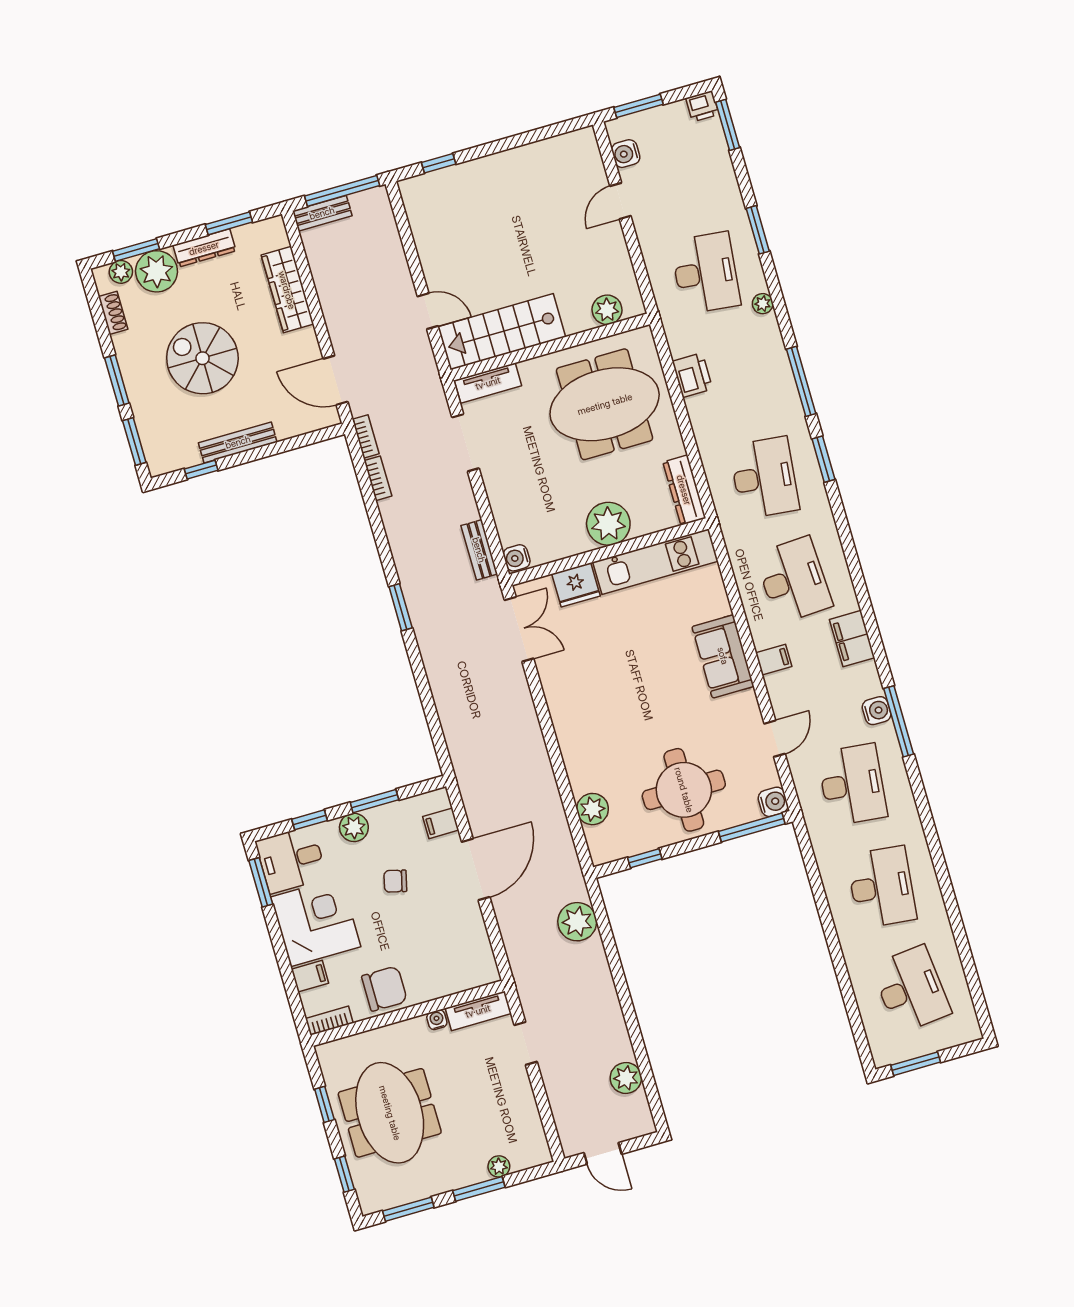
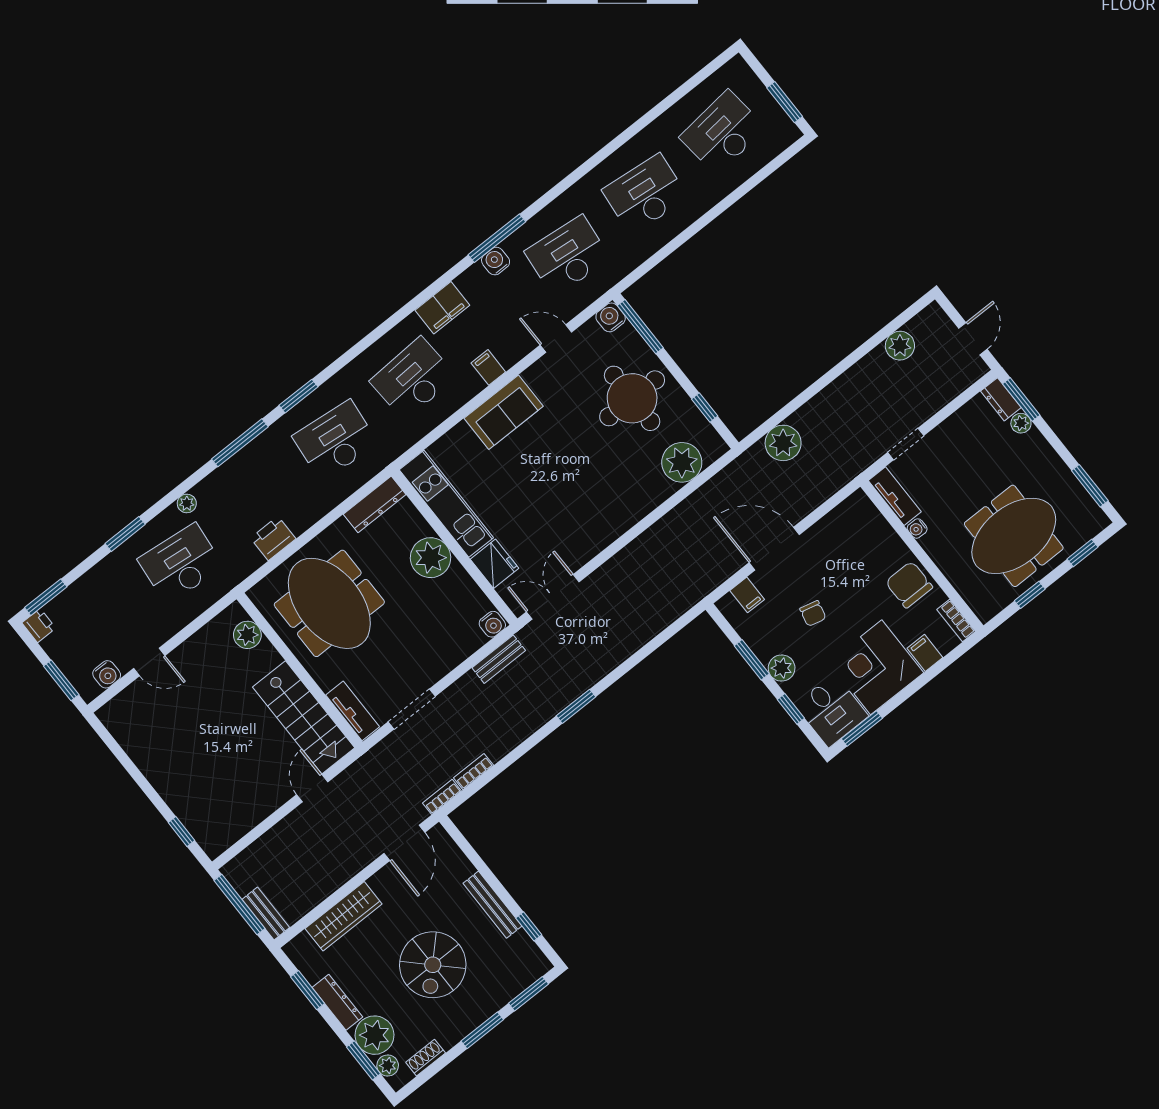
plant: (593, 809) -> (682, 462), width x1.36, depth x1.36
dresser: (531, 1156) -> (1001, 399), added
window: (479, 1189) -> (1021, 400), moved

